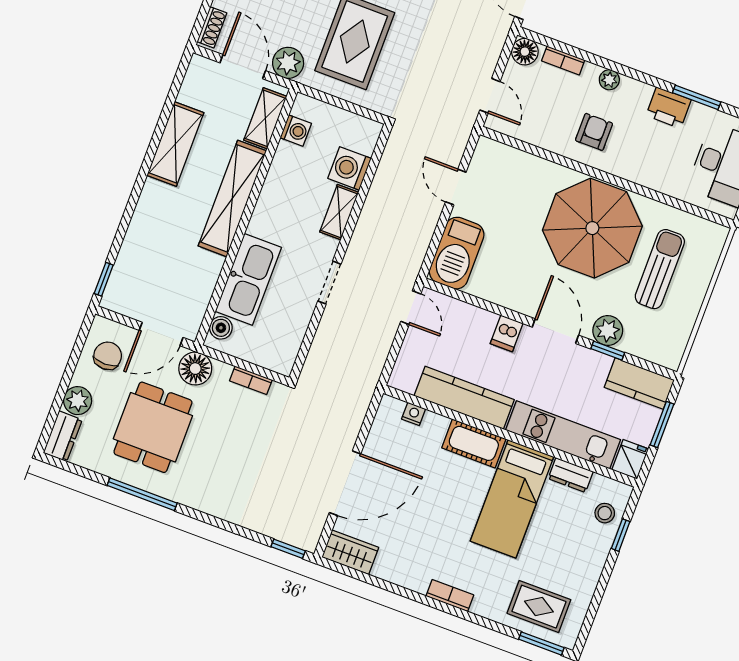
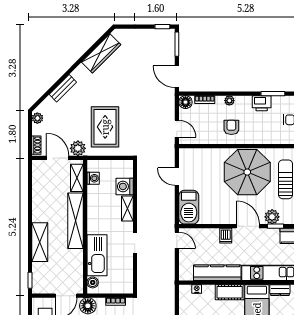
shelving: (175, 144) -> (40, 242), moved

